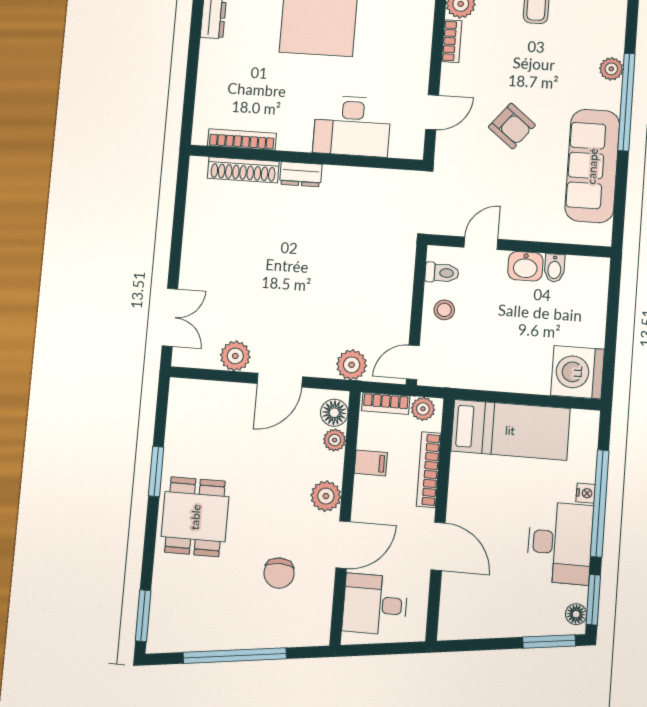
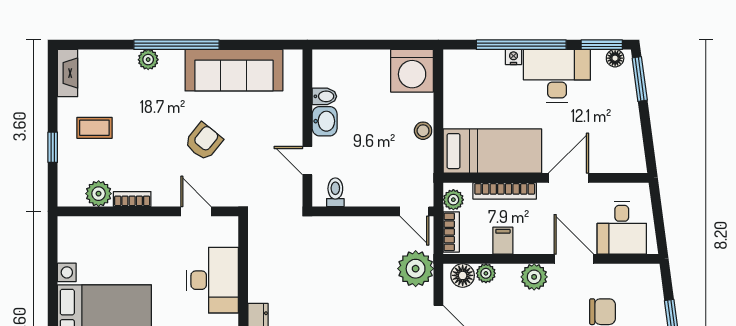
stool: (444, 310) -> (423, 131), moved
plant: (352, 365) -> (416, 269), width x1.36, depth x1.36
bed: (510, 430) -> (492, 151), moved, turned 90

